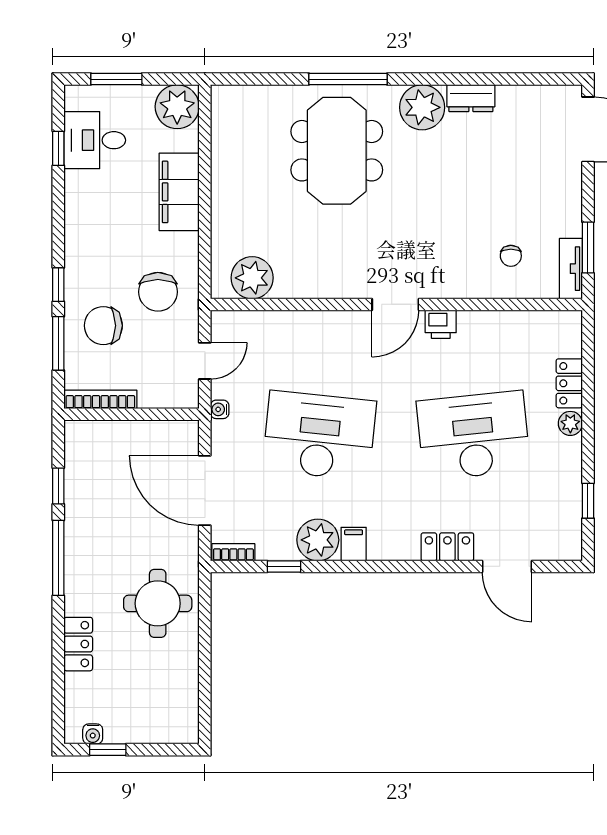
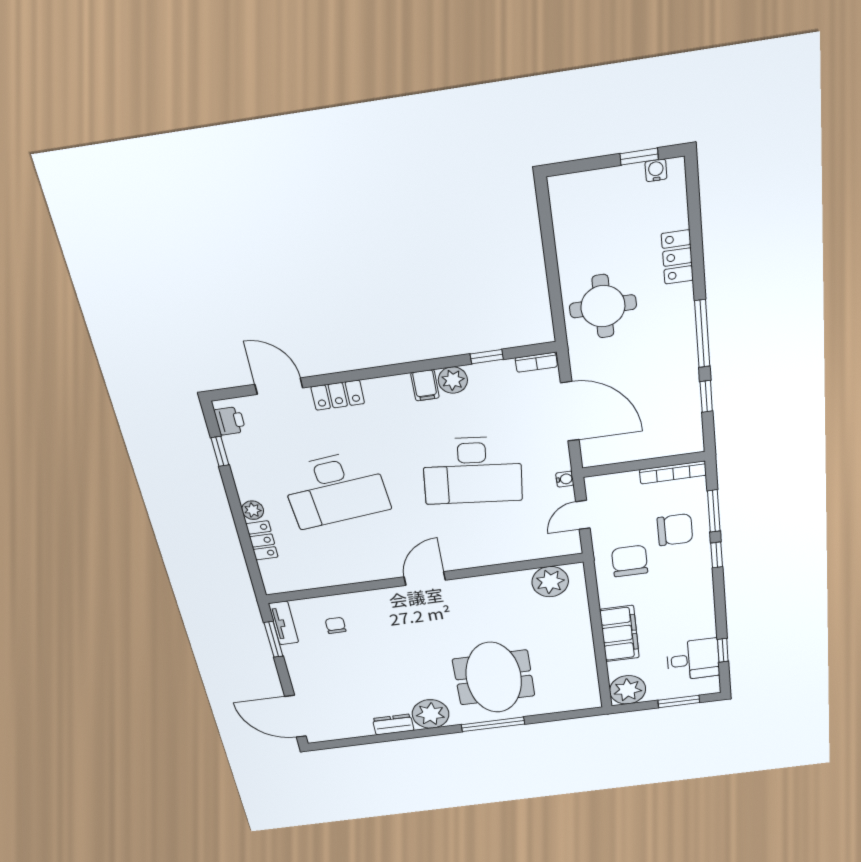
printer: (441, 324) -> (230, 421), moved, turned 90
plant: (318, 540) -> (453, 380), width x0.73, depth x0.73

